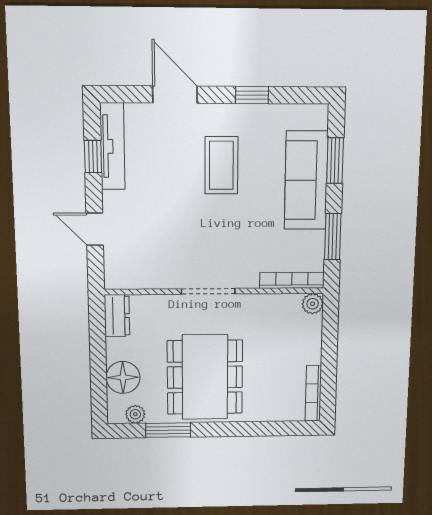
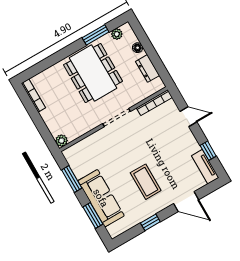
tv unit: (112, 146) -> (205, 167), width x0.71
bookcase: (292, 280) -> (154, 103), moved
dresser: (117, 316) -> (148, 68), moved
floor lamp: (123, 377) -> (138, 48), width x0.53, depth x0.53

